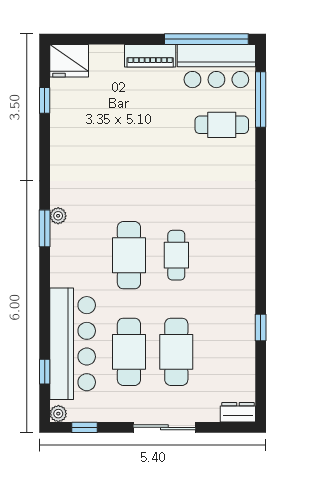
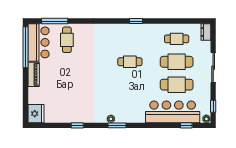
window: (45, 100) -> (77, 125), moved
cafe table: (129, 255) -> (177, 39), moved, width x0.73, depth x0.74
window: (261, 328) -> (136, 21), moved

